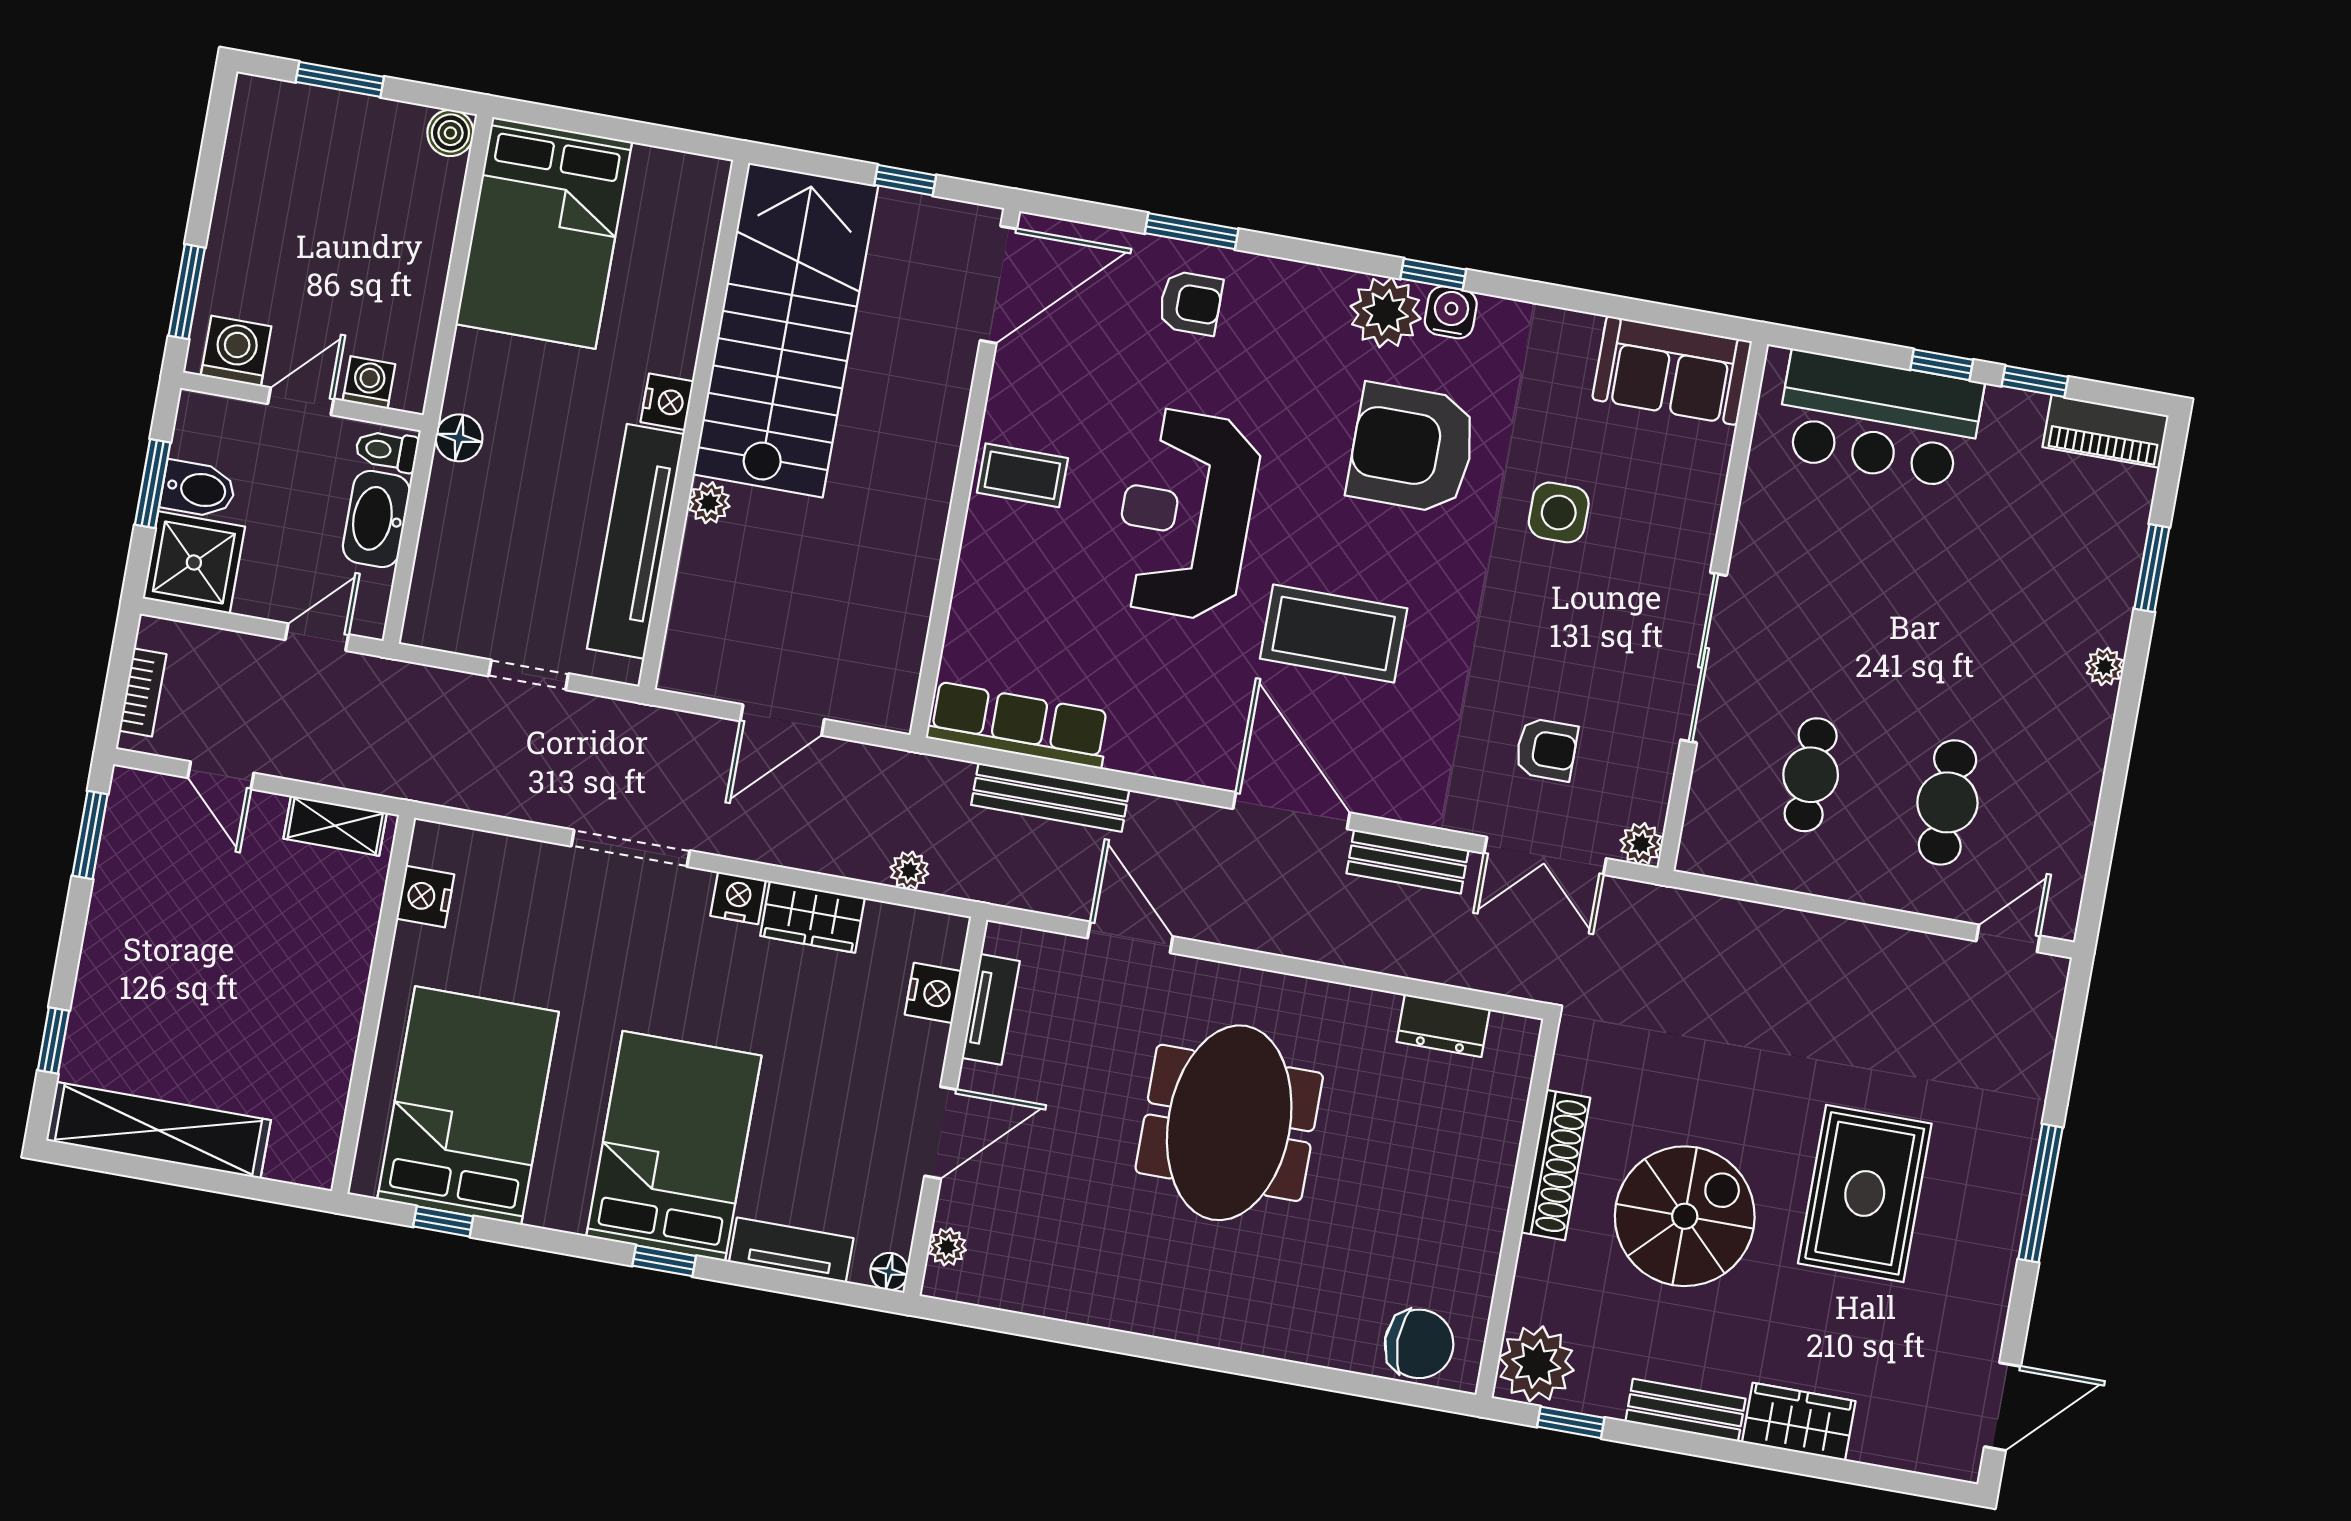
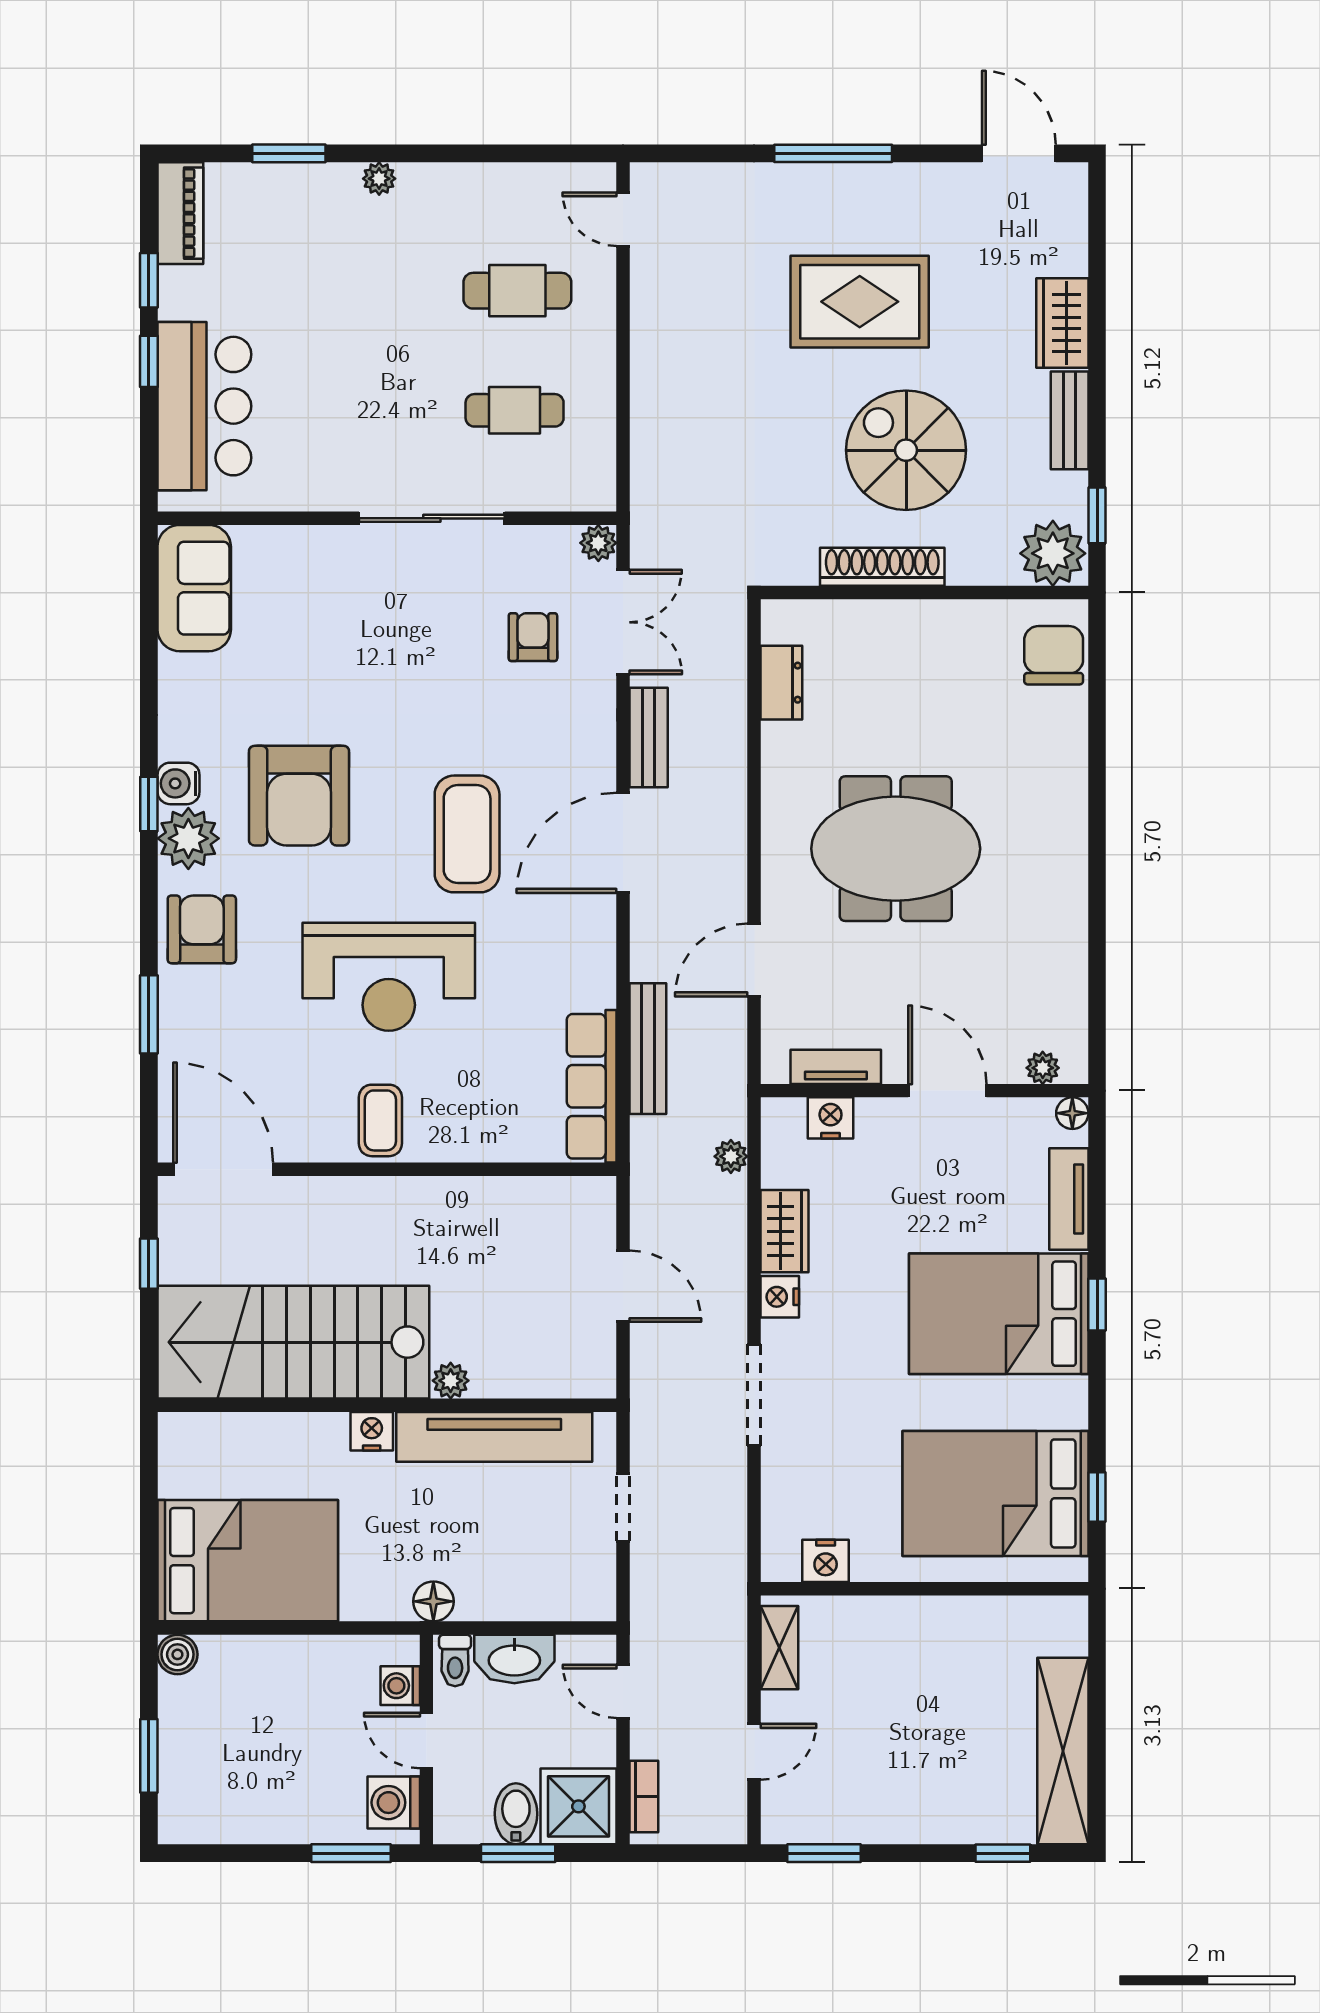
armchair: (1191, 303) -> (202, 929), moved, width x1.38, depth x1.38
side table: (1559, 512) -> (331, 662), removed
bookcase: (143, 692) -> (644, 1797), moved, turned 90

